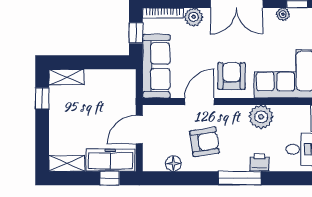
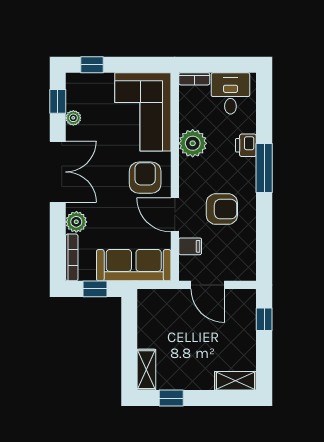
armchair: (232, 76) -> (145, 178), turned 90
filing cabinet: (173, 115) -> (190, 246), added
armchair: (205, 142) -> (222, 209), turned 98
freezer: (110, 160) -> (243, 319), removed
shelving: (67, 163) -> (235, 381), moved, turned 90
floor lamp: (173, 164) -> (247, 245), removed

